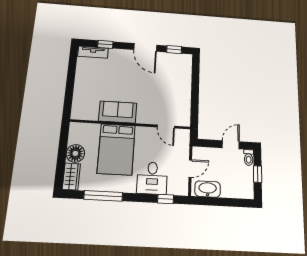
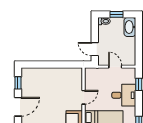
door: (166, 127) -> (84, 97), moved
door: (231, 145) -> (95, 49), moved
washbasin: (208, 189) -> (130, 27), moved

